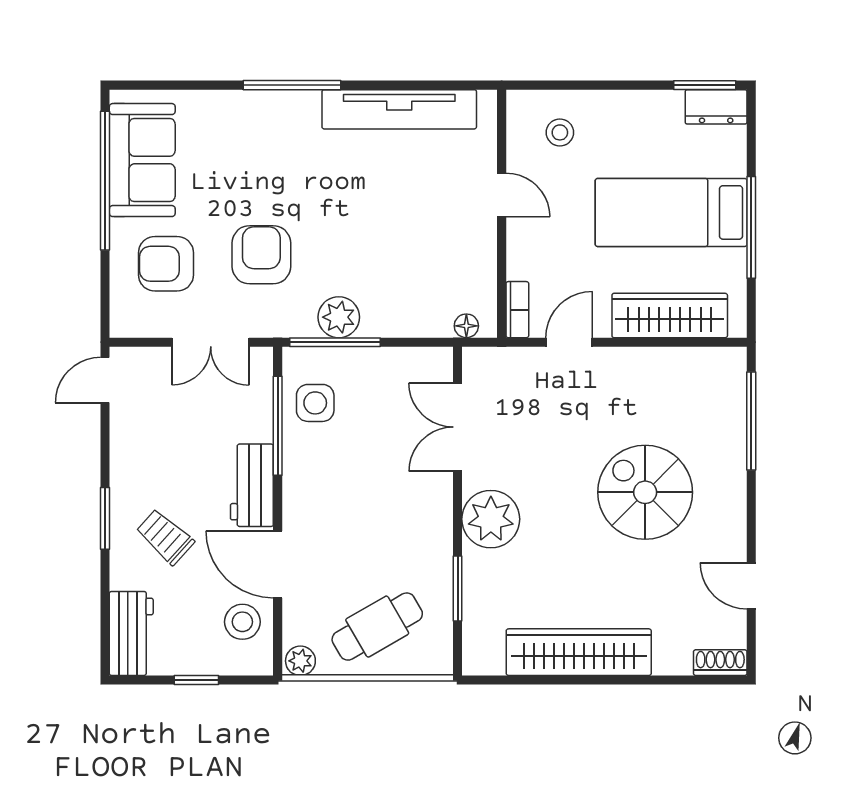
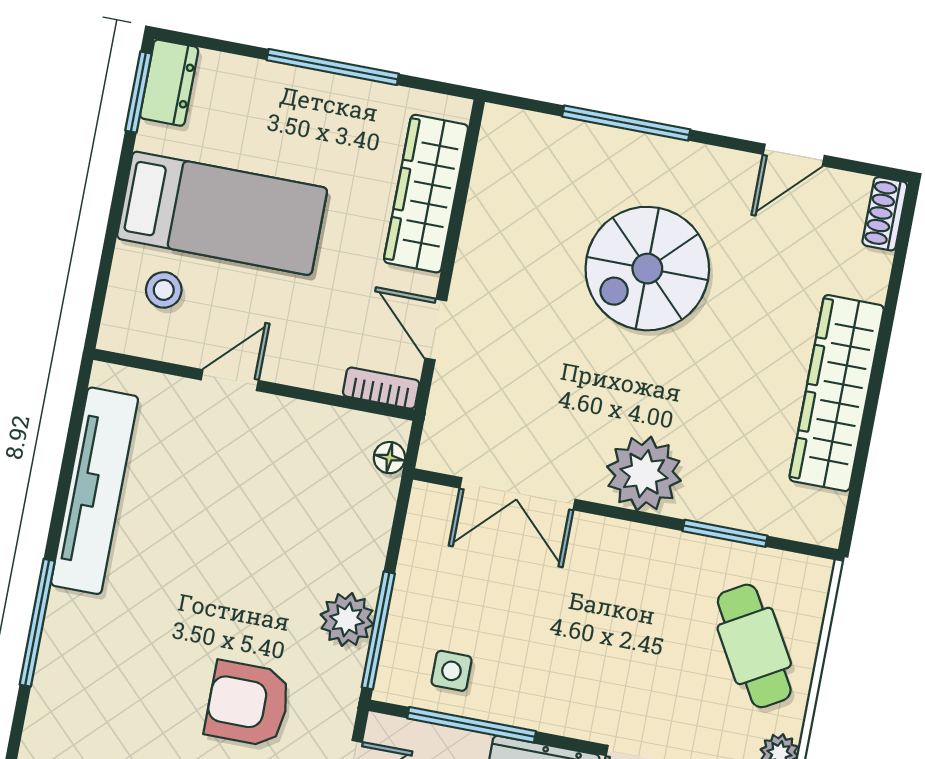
bed: (671, 212) -> (222, 213), moved, turned -90
side table: (315, 403) -> (451, 671), width x0.73, depth x0.73
window: (751, 421) -> (626, 123), moved

